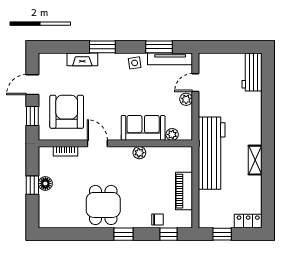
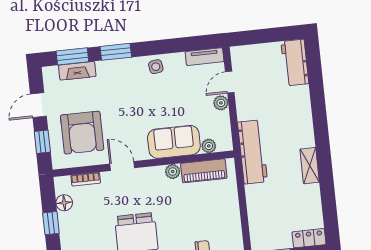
window: (159, 47) -> (72, 56), moved
fireplace: (82, 59) -> (77, 71), moved
tv unit: (170, 59) -> (205, 57), width x0.71
armchair: (67, 112) -> (82, 133), turned 180
workbench: (212, 153) -> (253, 152), width x0.73, depth x0.76
floor lamp: (45, 184) -> (64, 203), moved
piano: (184, 191) -> (204, 171), moved, turned -90

